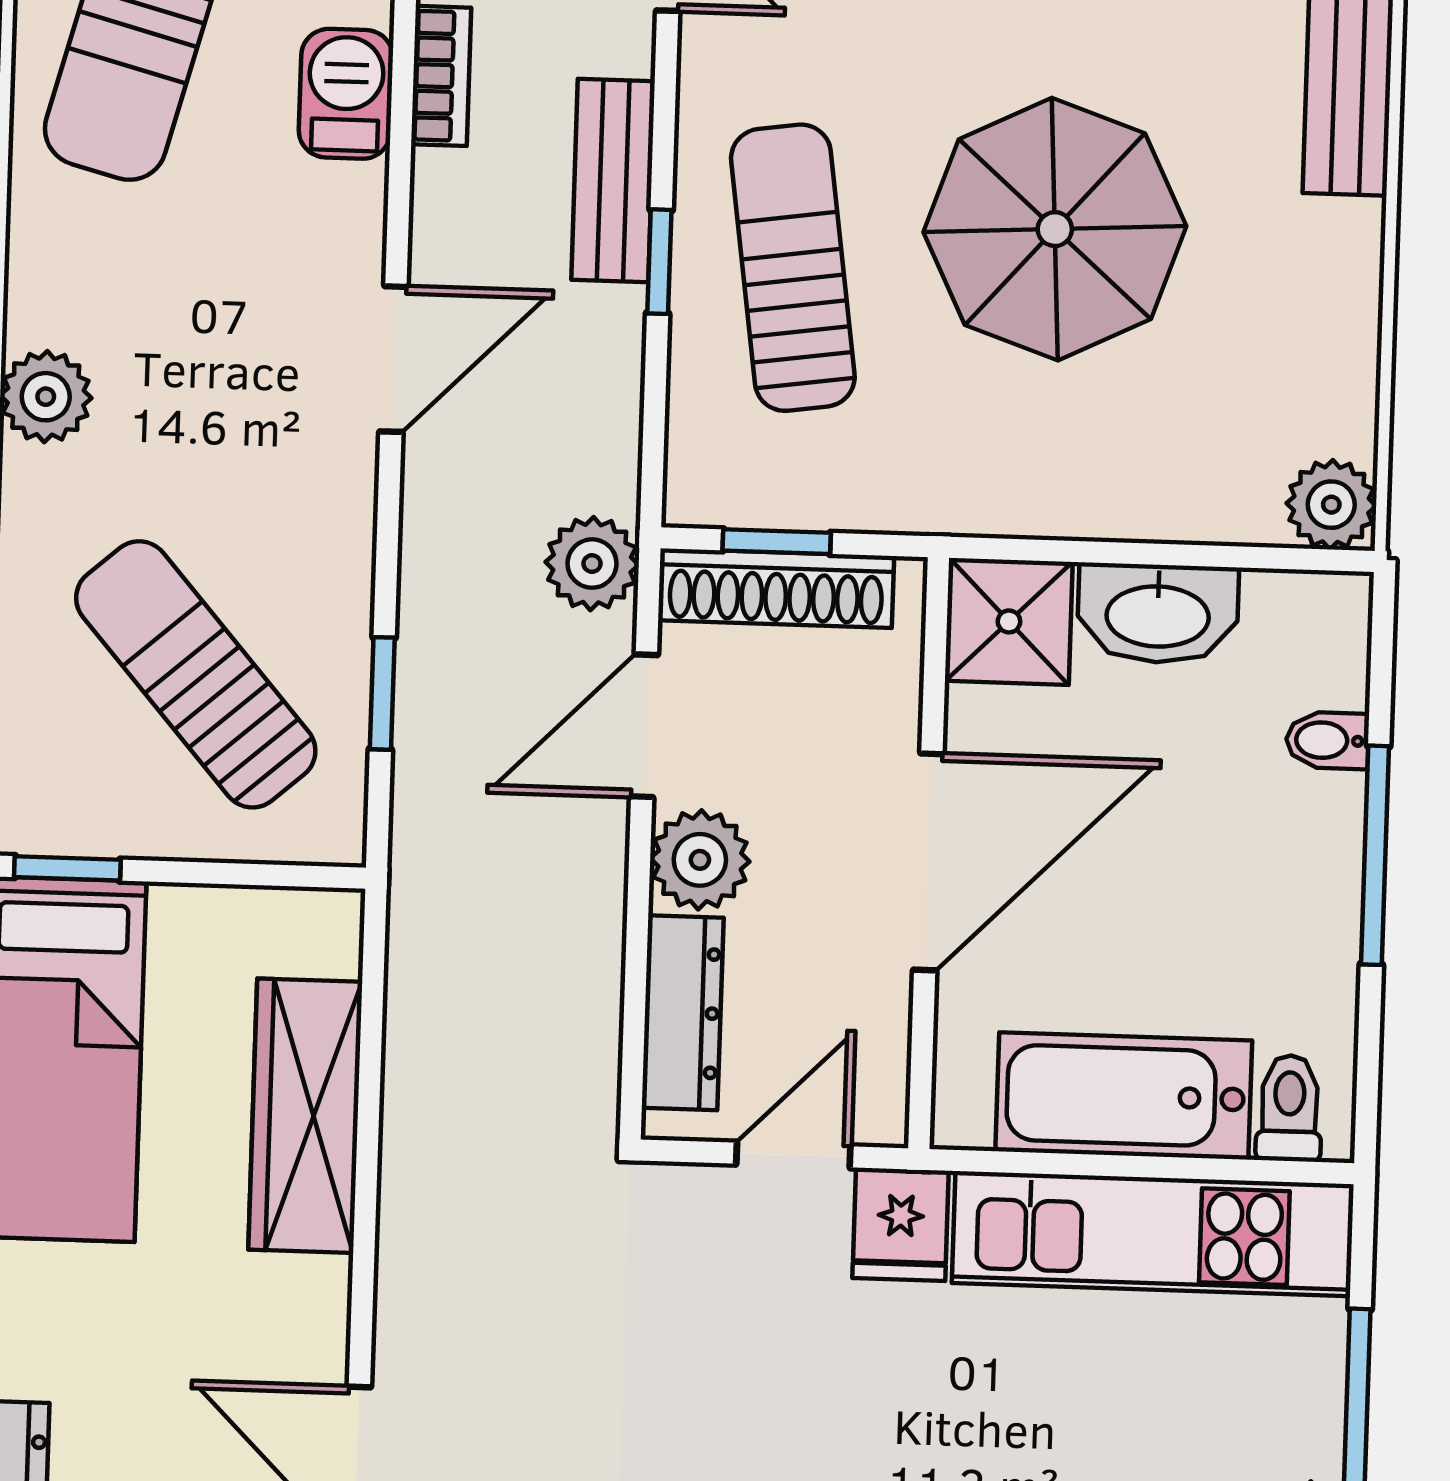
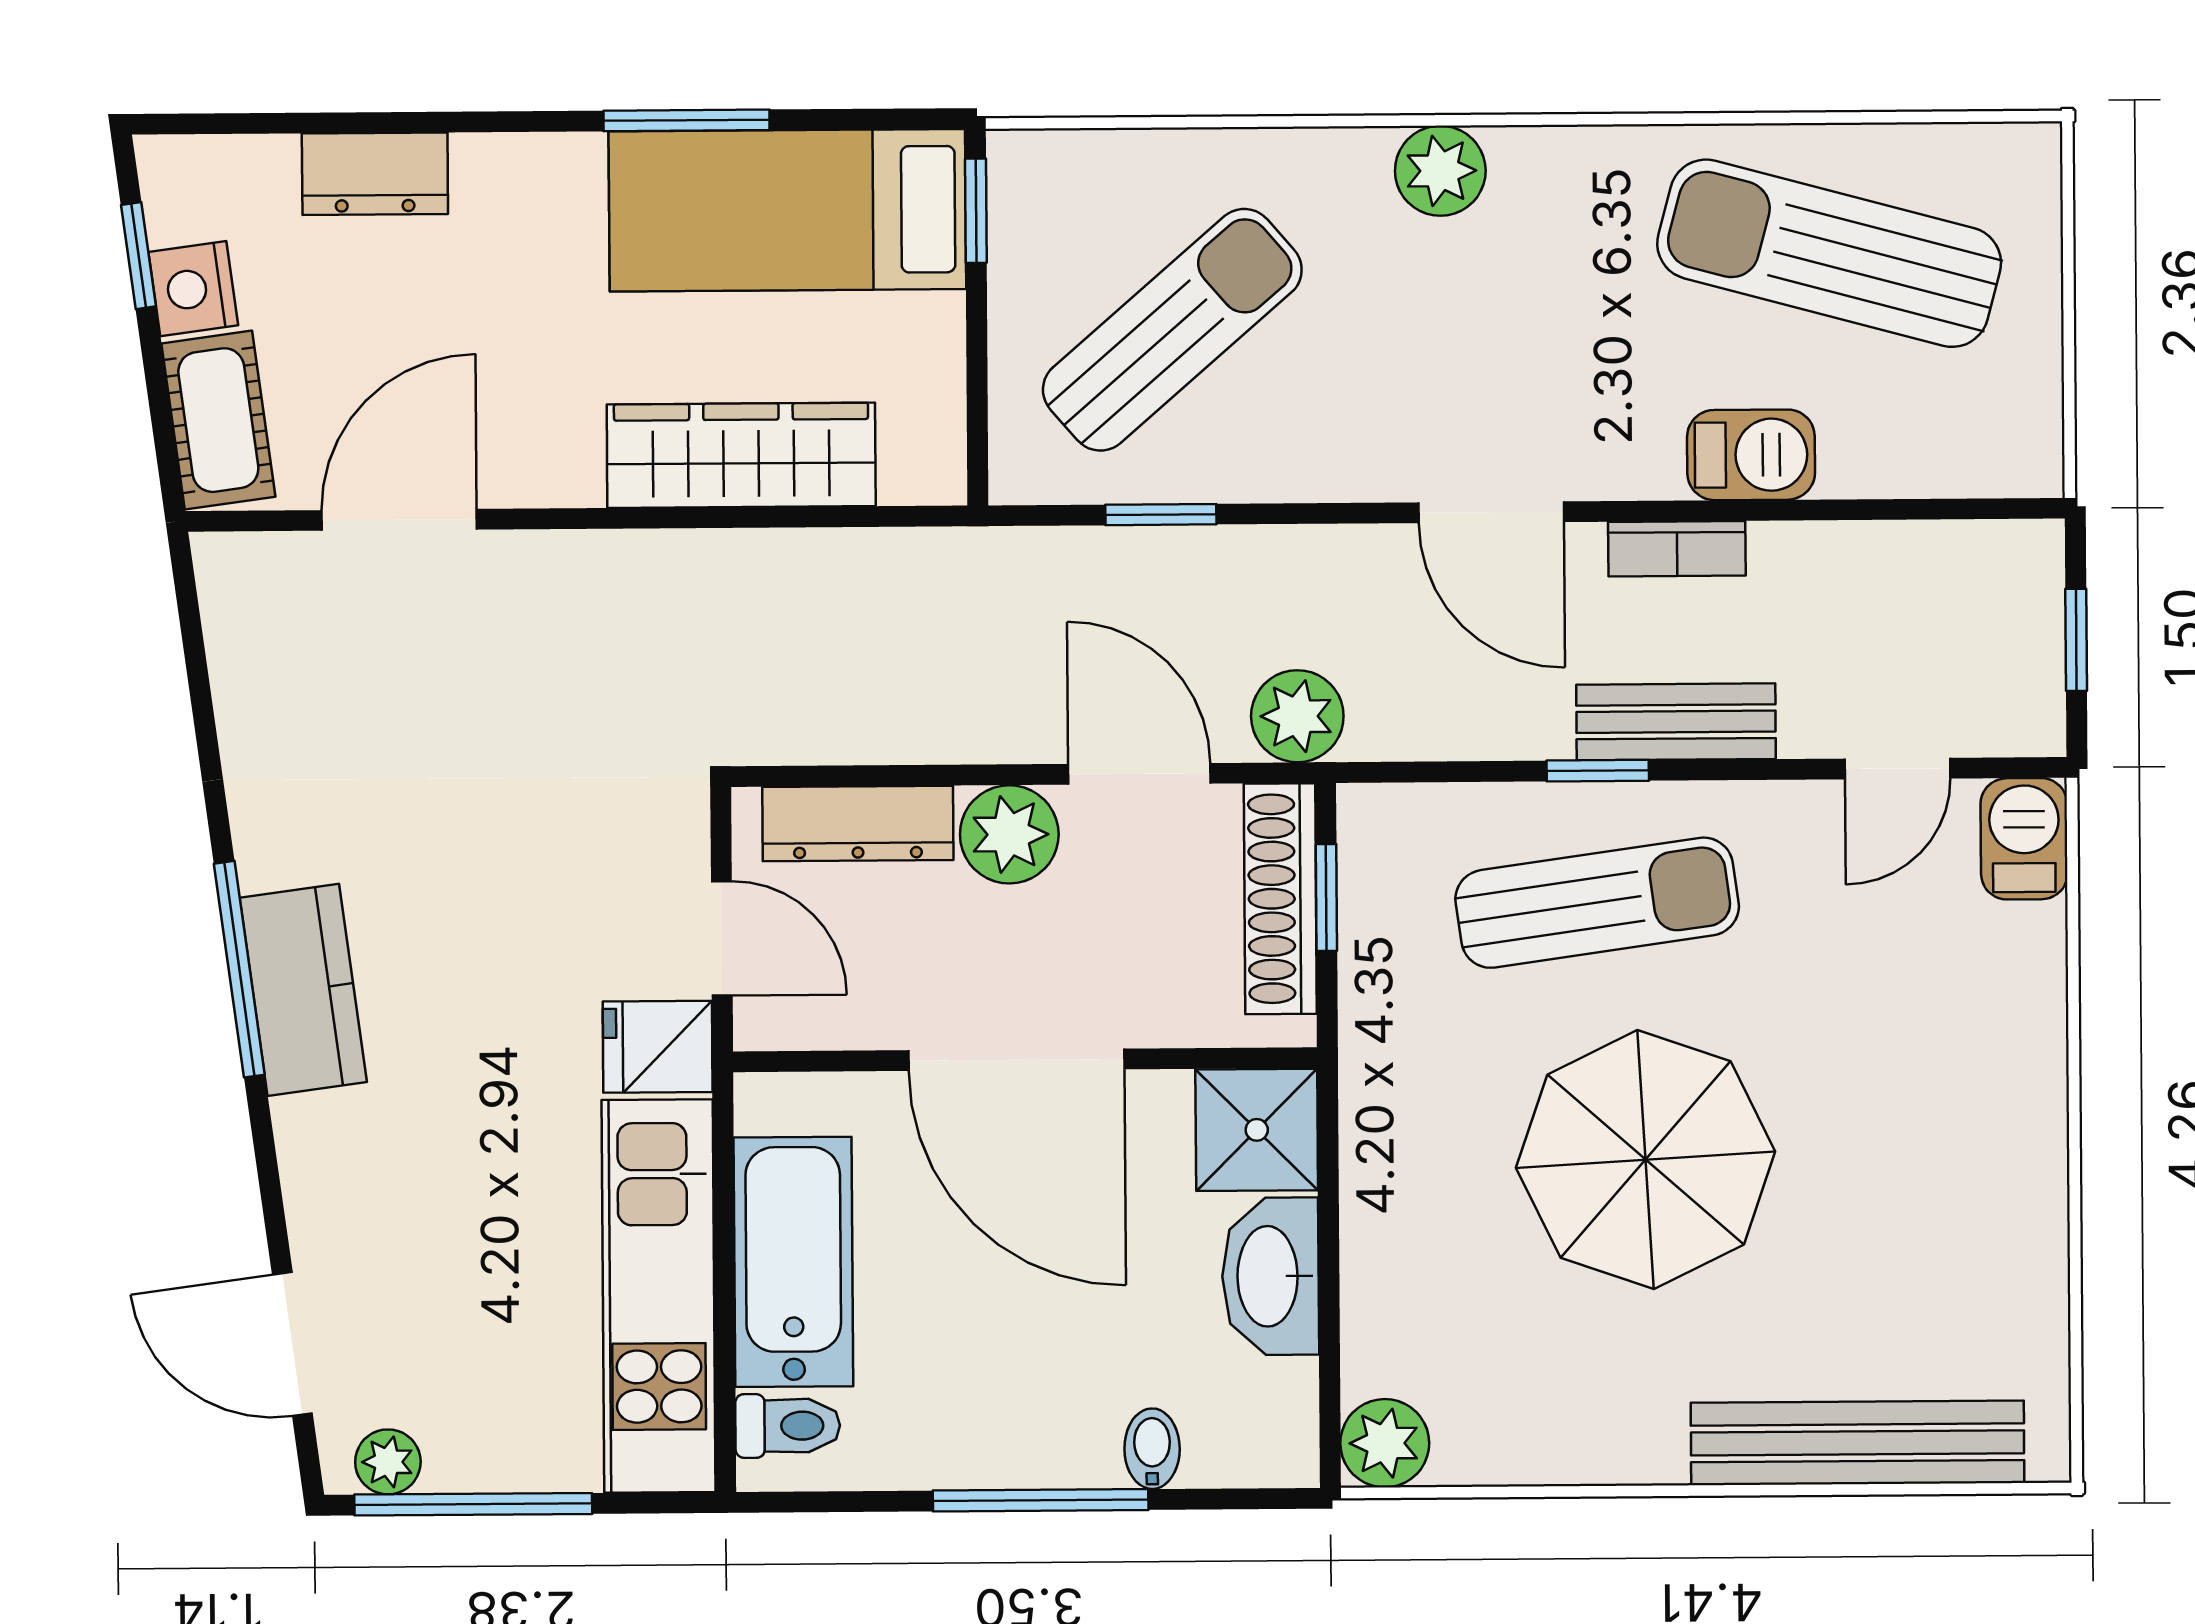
bookcase: (441, 76) -> (1677, 549), moved

